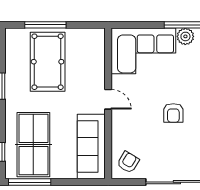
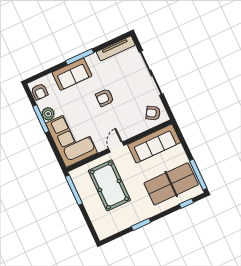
window: (45, 25) -> (74, 190), moved
pool table: (48, 62) -> (109, 185), moved, turned 90
armchair: (173, 113) -> (105, 98), turned 180

